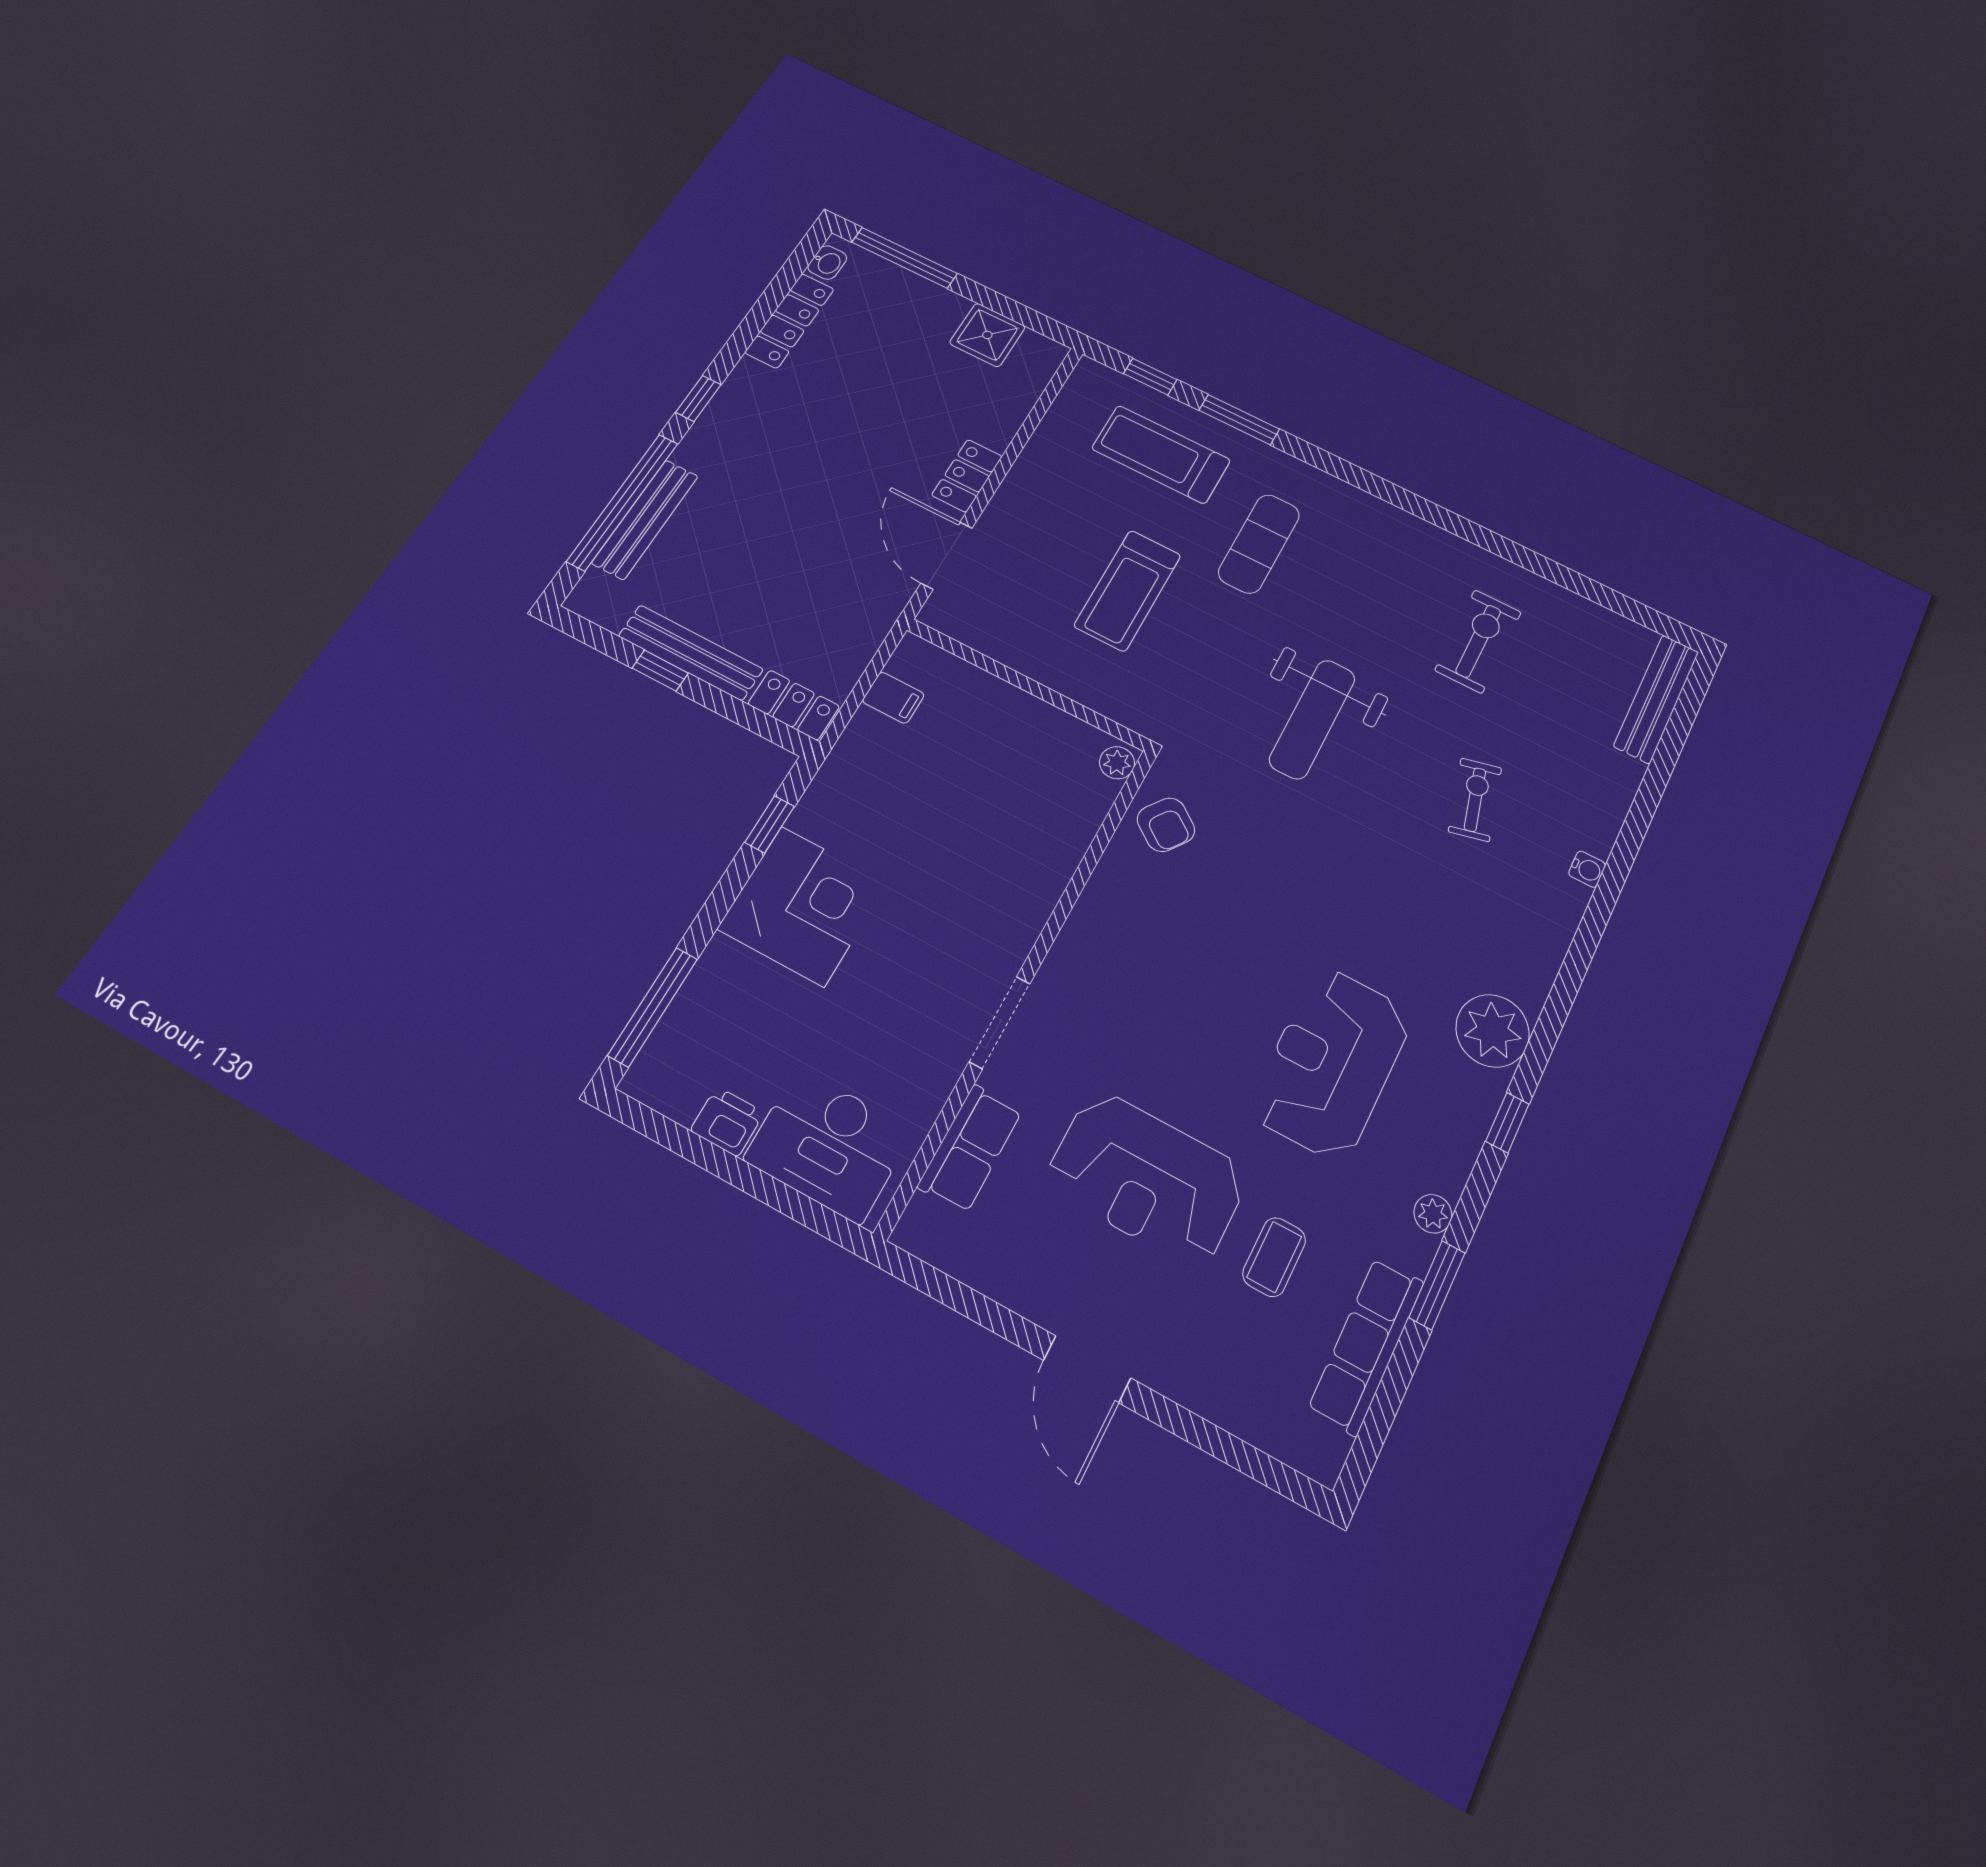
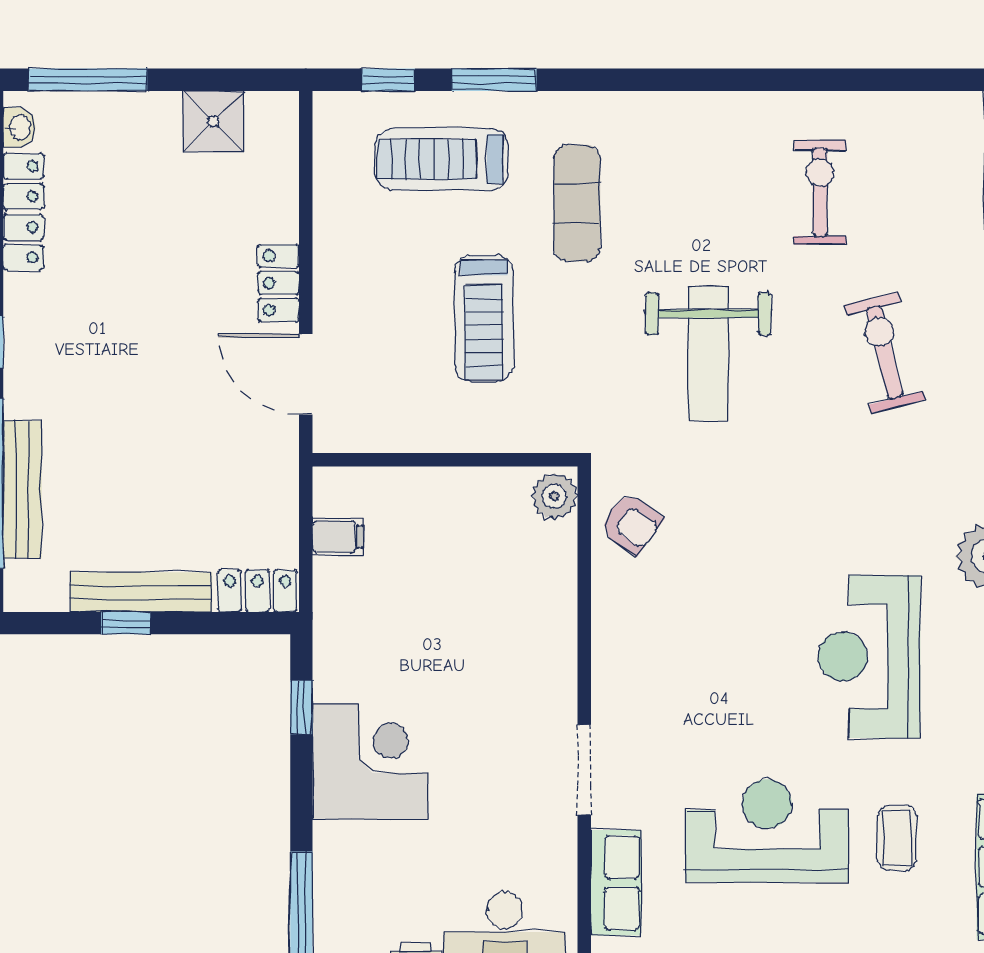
plant: (1117, 763) -> (554, 496), width x1.38, depth x1.38
exercise bike: (1475, 800) -> (885, 352), width x1.38, depth x1.39
reception desk: (1147, 1178) -> (767, 830), turned 180

